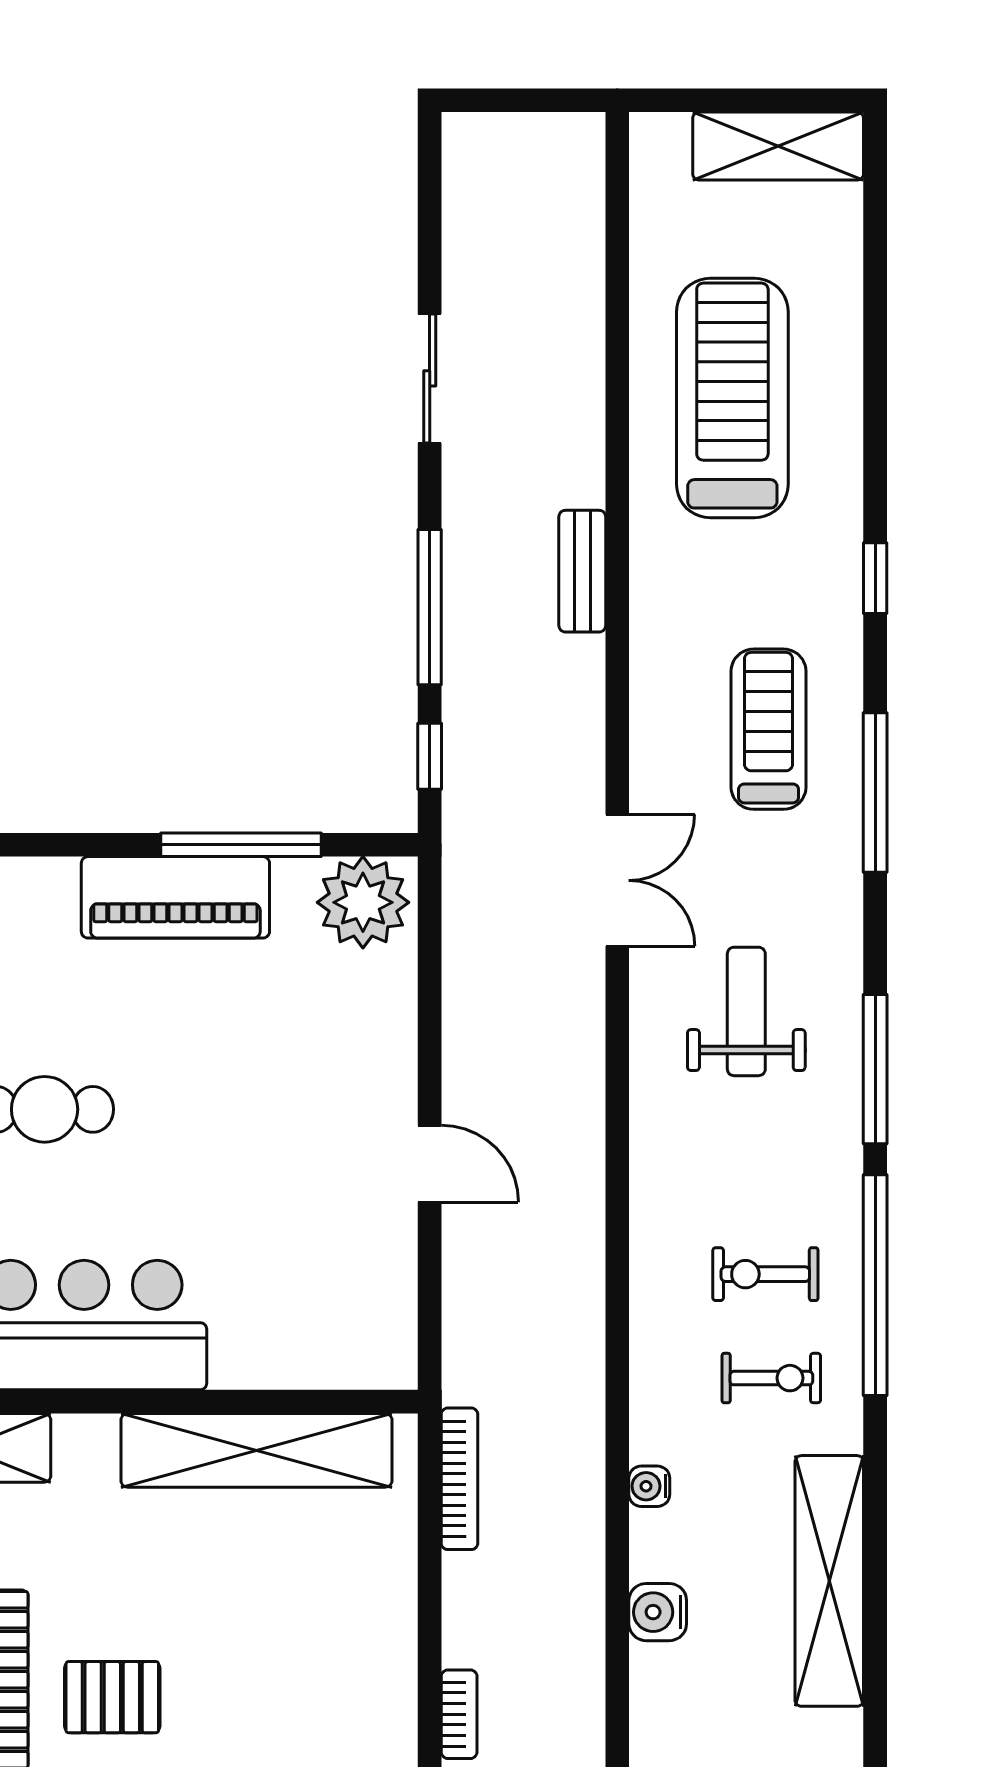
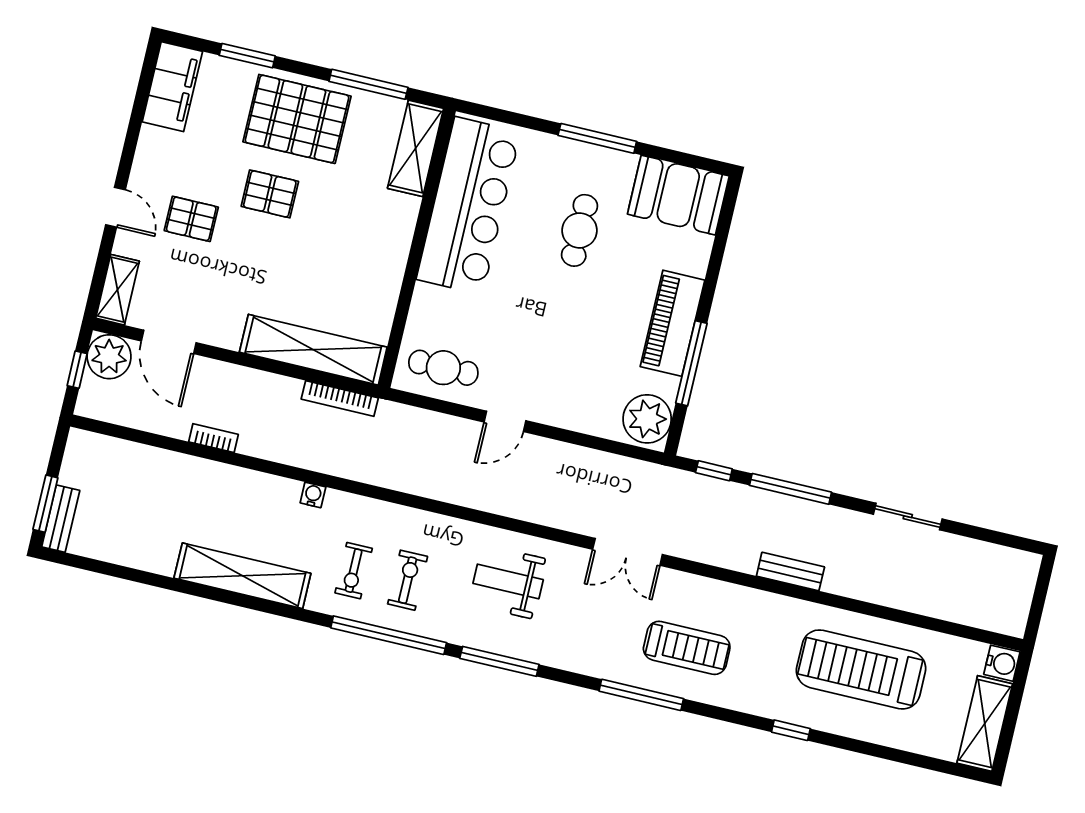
treadmill: (732, 398) -> (861, 669), turned 180
window: (875, 578) -> (791, 730), moved
weight bench: (746, 1011) -> (508, 582), moved, turned 180
cafe table: (357, 1301) -> (443, 368), added
shelving: (256, 1450) -> (313, 350), moved, turned 90
water cooler: (658, 1612) -> (1002, 663), moved, turned 90
pallet: (112, 1697) -> (270, 194), turned 90
bookcase: (459, 1714) -> (213, 438), moved, turned 180

